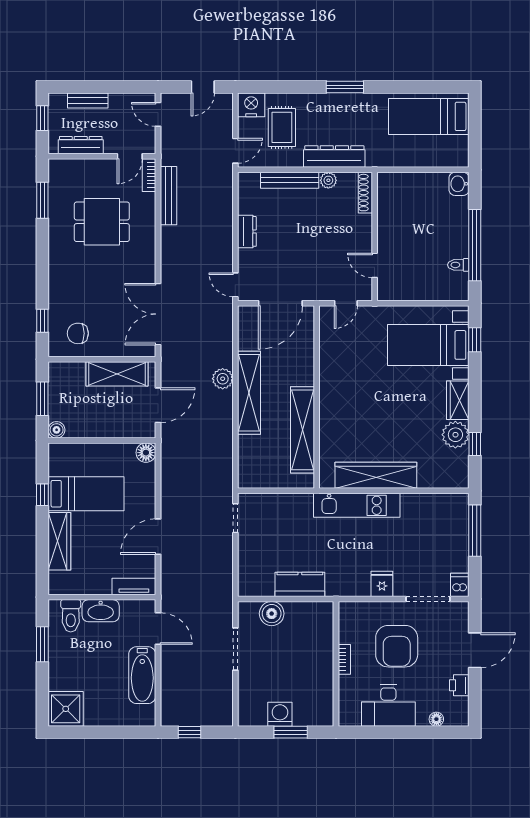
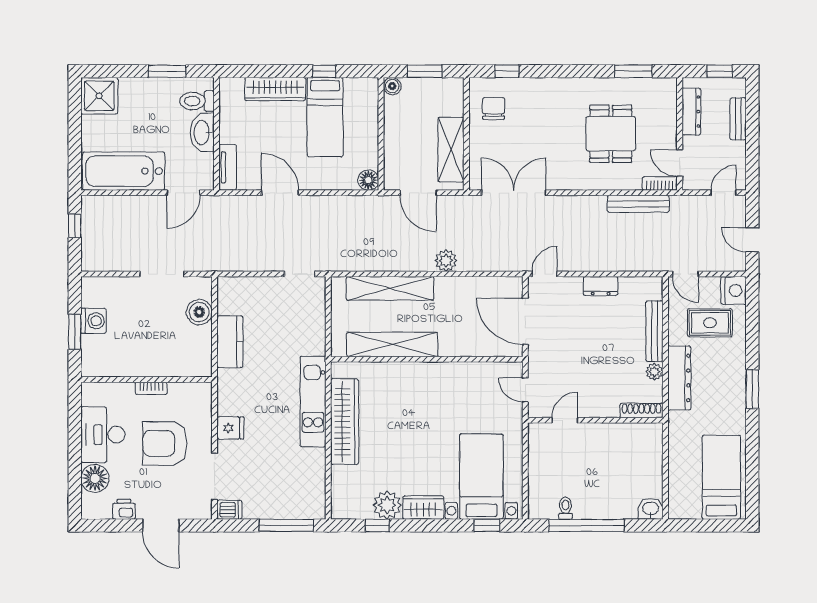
shelving: (249, 393) -> (390, 288), moved
bathtub: (142, 675) -> (124, 171), width x1.36, depth x1.36
floor lamp: (436, 719) -> (95, 478), width x1.89, depth x1.89

